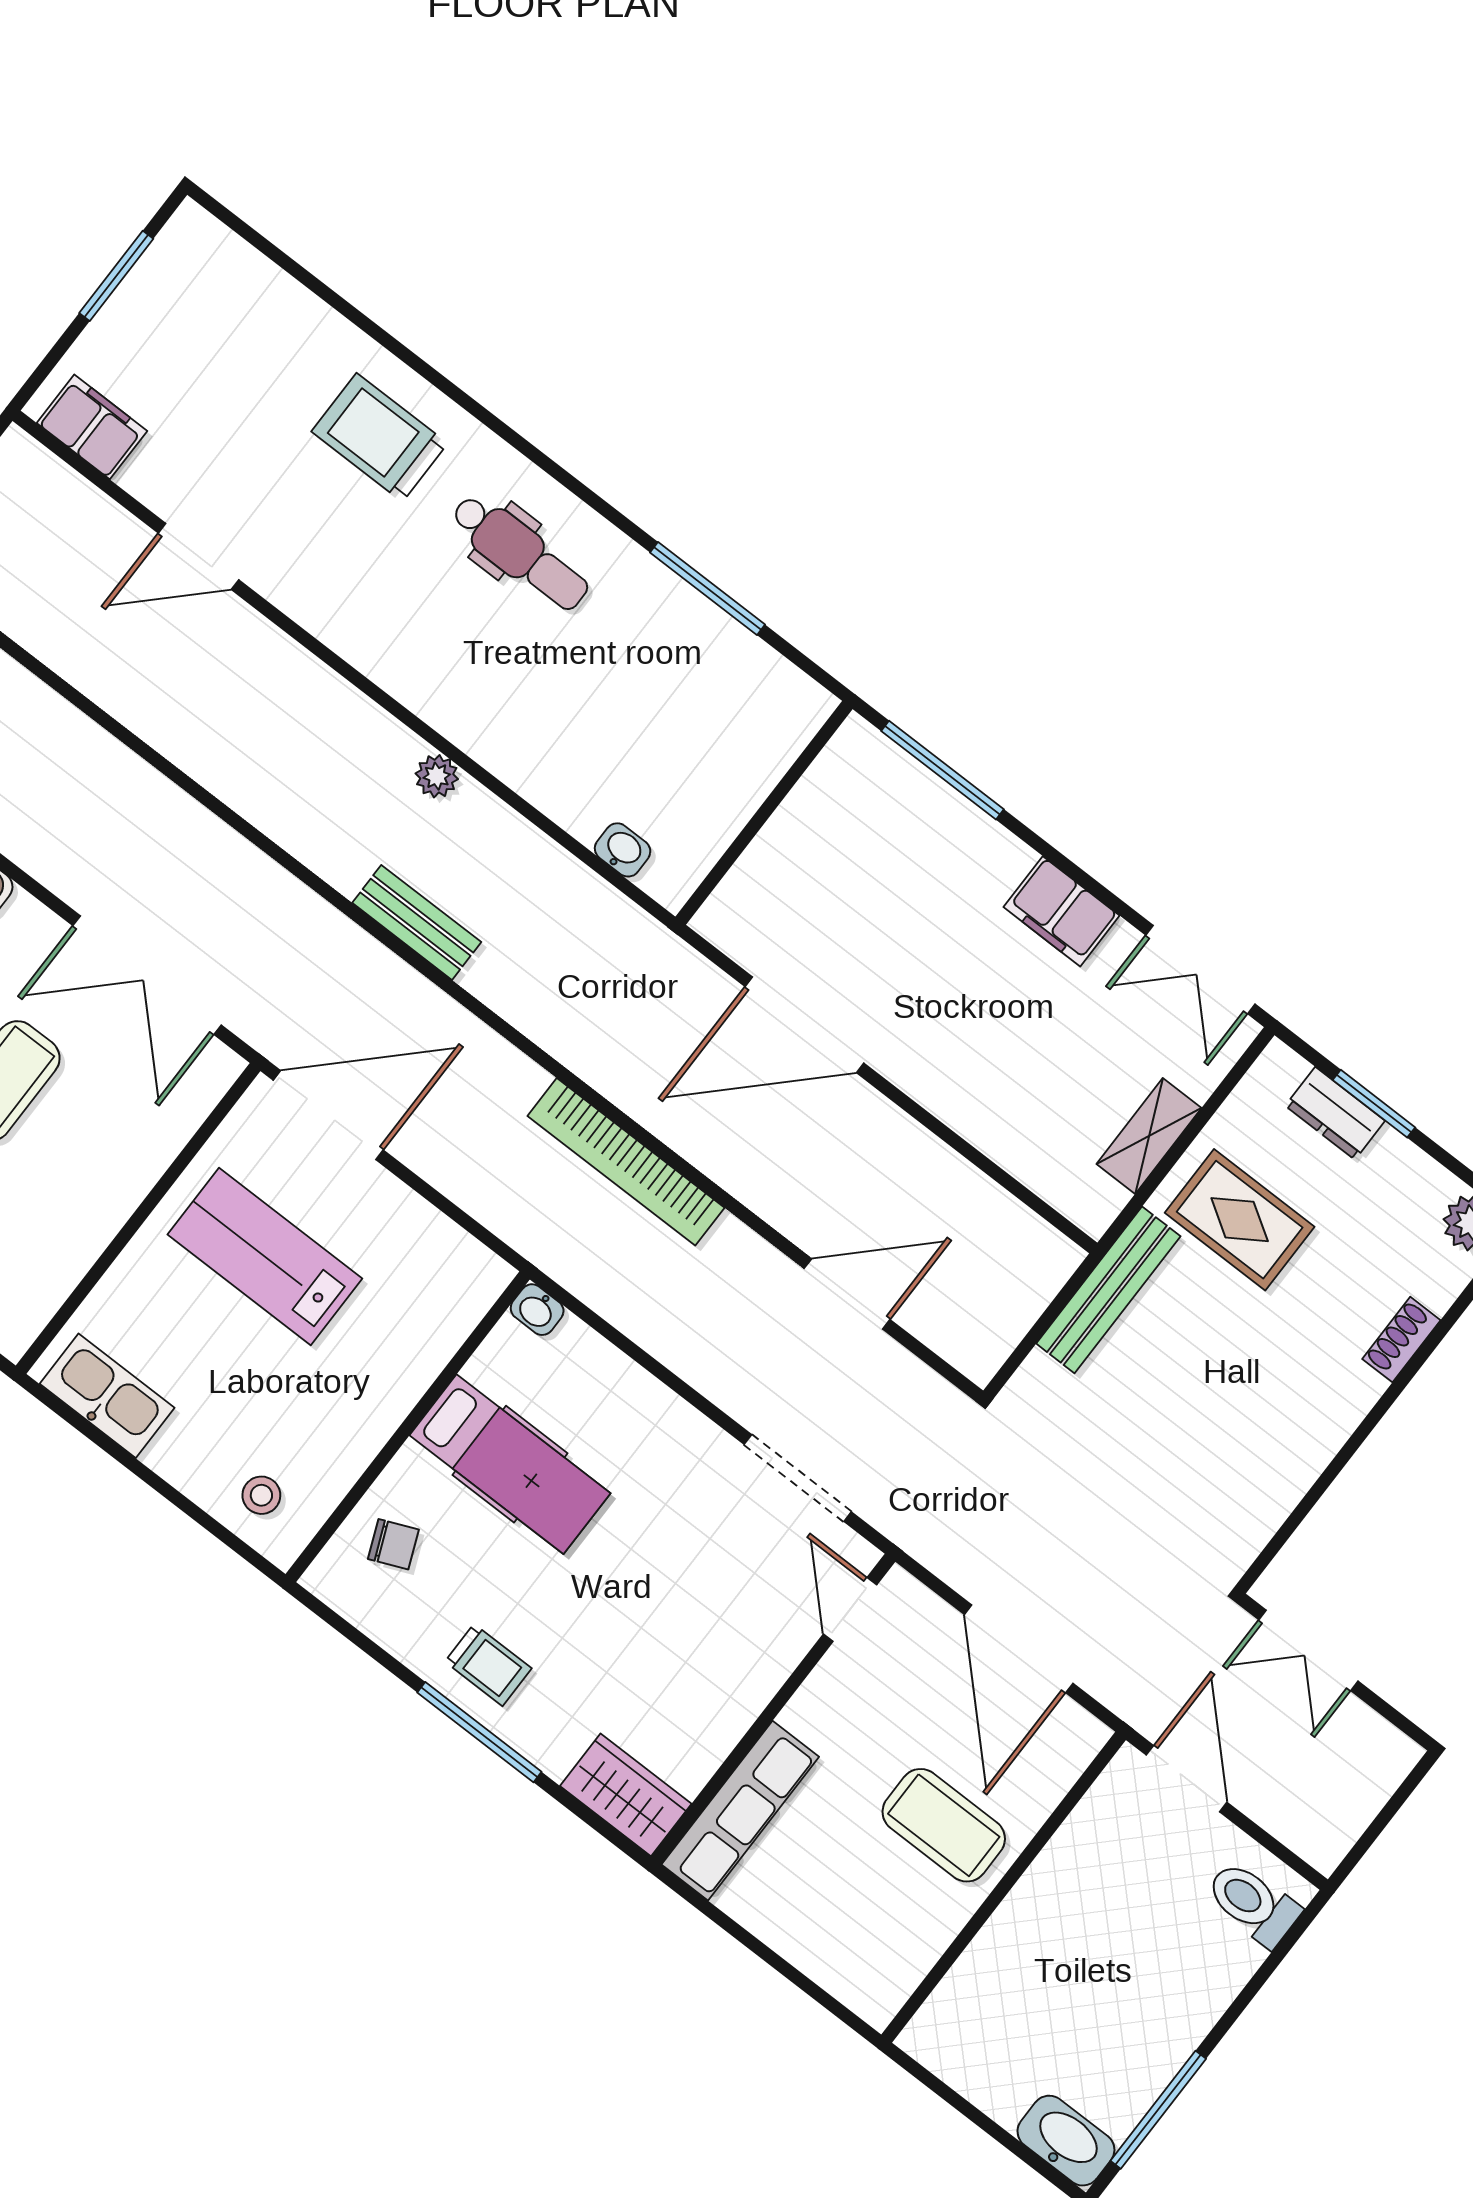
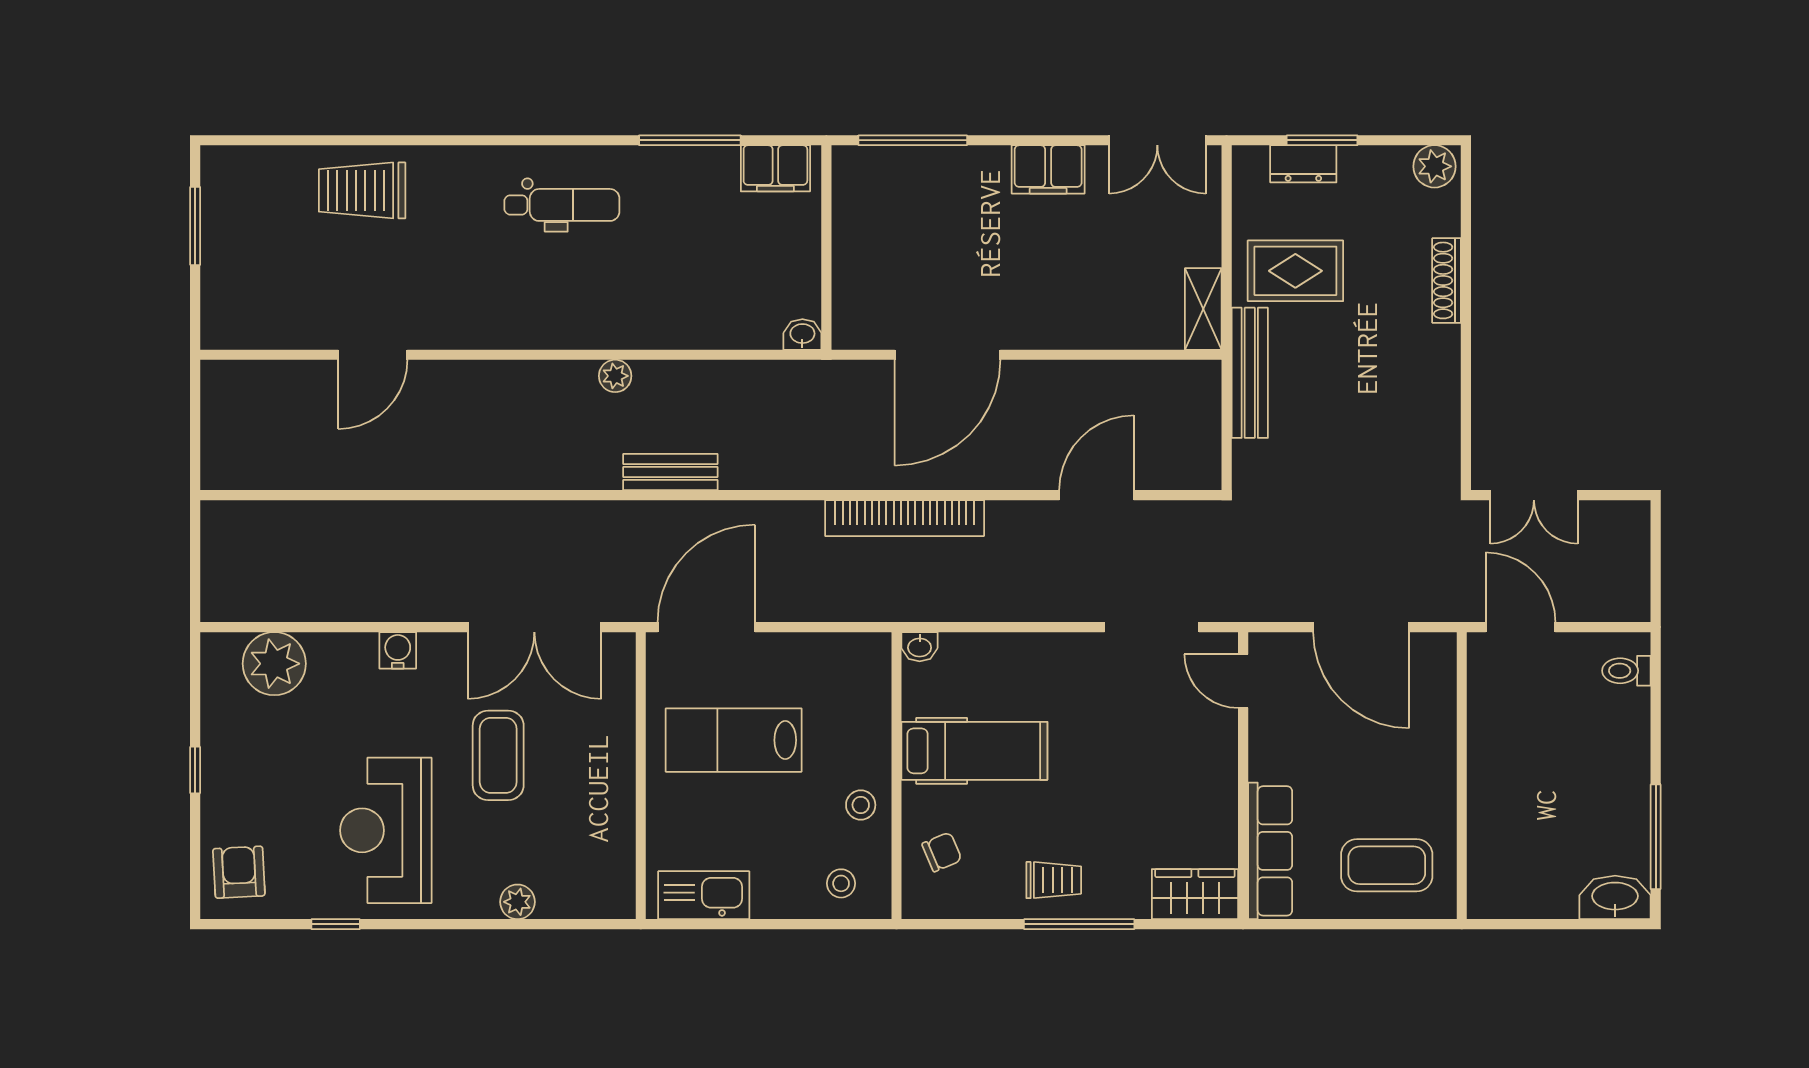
filing cabinet: (92, 427) -> (775, 168), moved, turned 180
trolley: (380, 437) -> (362, 190), moved
washbasin: (623, 850) -> (802, 334), moved
shelving: (1149, 1136) -> (1203, 309), moved
shoe rack: (1401, 1340) -> (1447, 280), width x1.43
stool: (346, 1429) -> (861, 805), added
coffee table: (944, 1825) -> (1387, 865), moved
toilet: (1253, 1903) -> (1626, 671), width x0.73, depth x0.72

